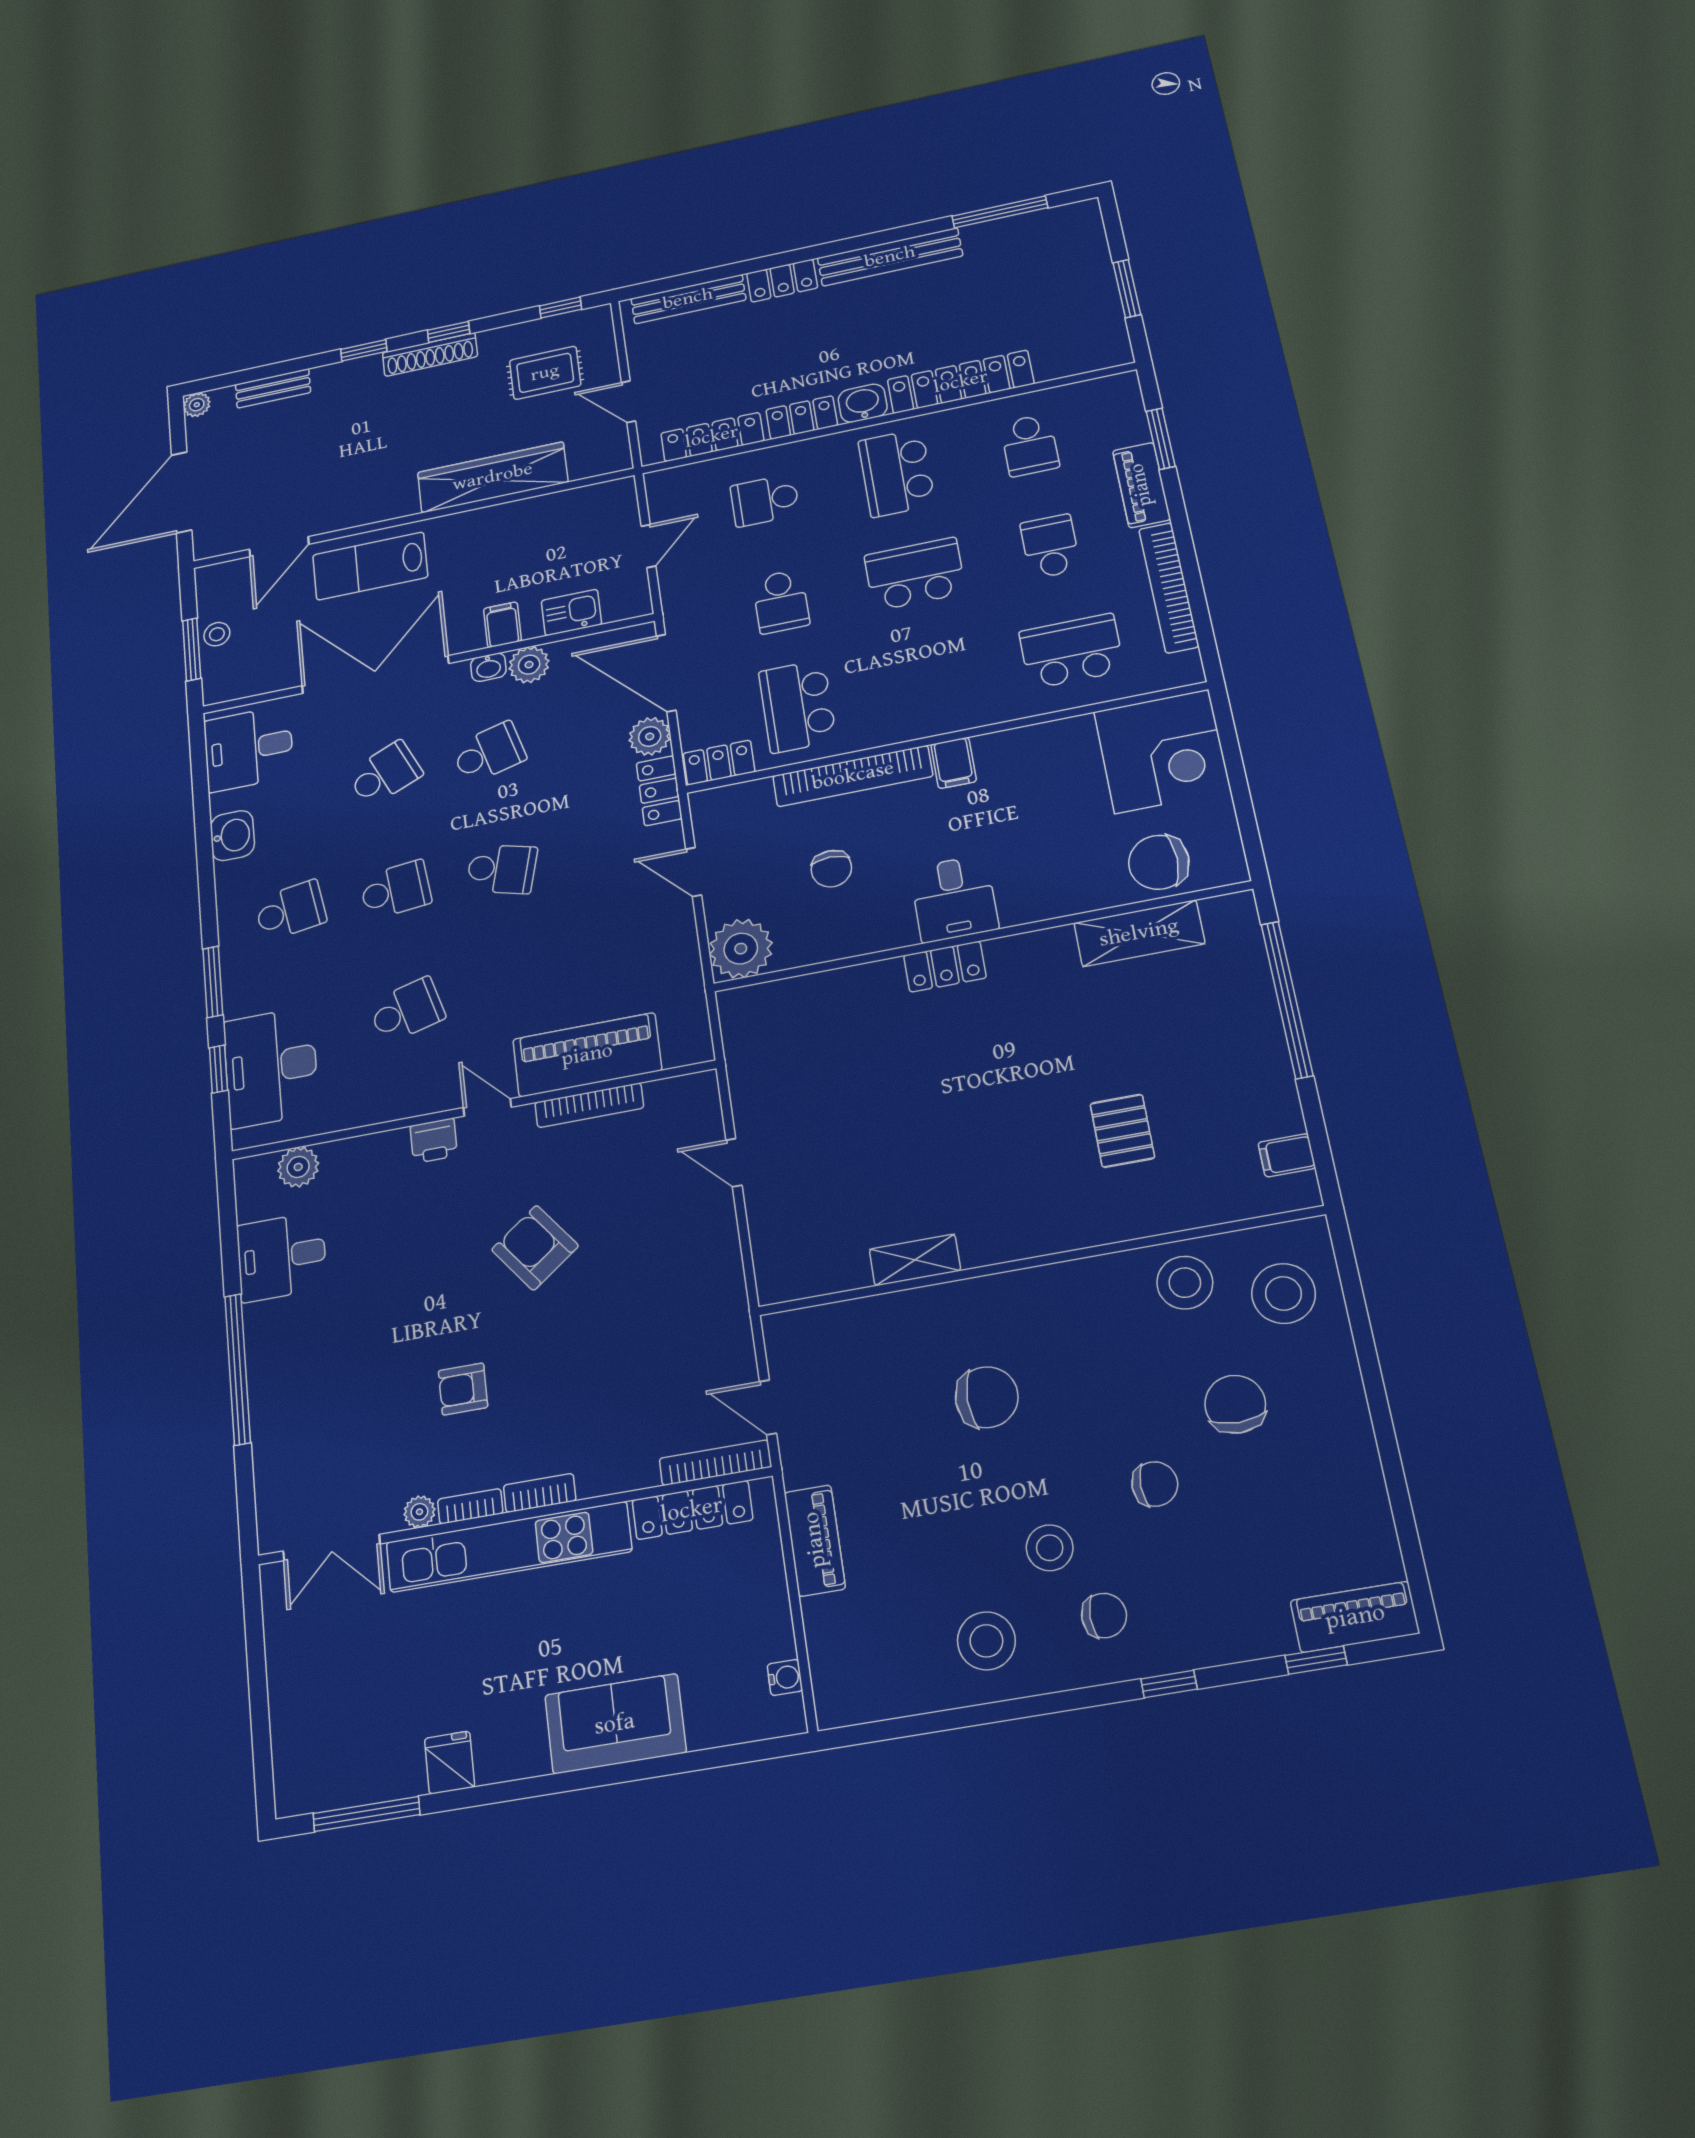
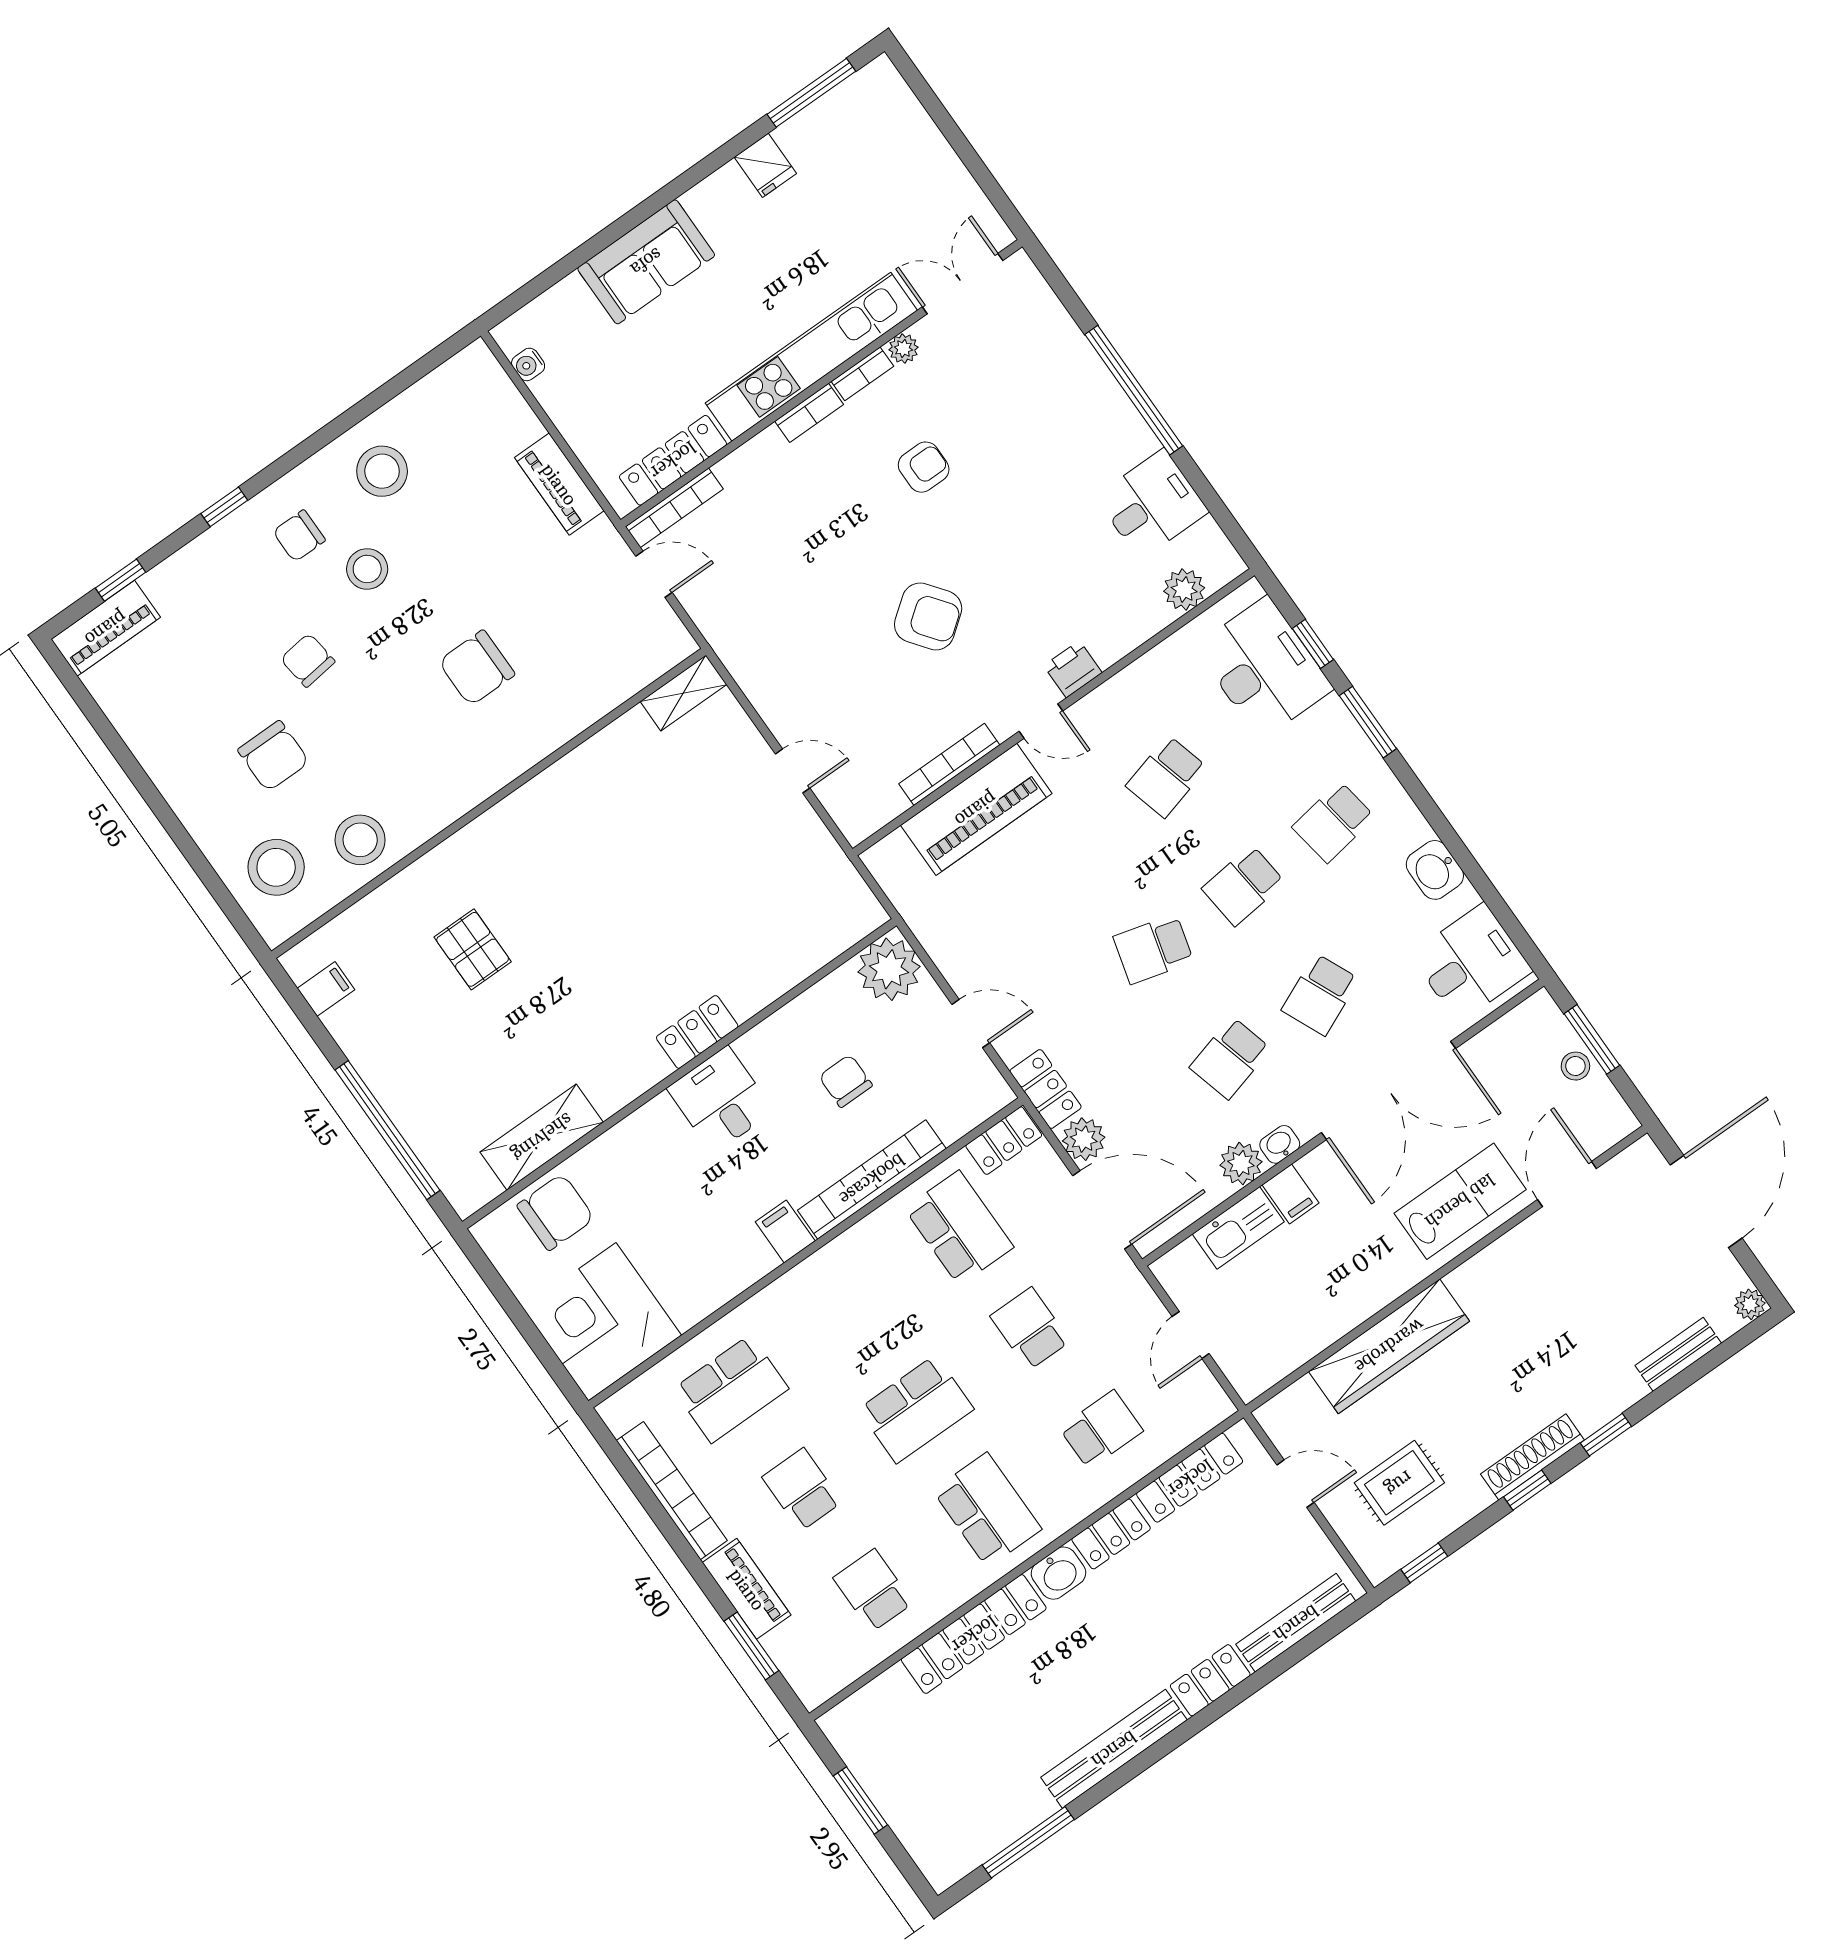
school desk: (1050, 546) -> (802, 1490), turned 180
kitchen sink: (571, 613) -> (1238, 1228), width x1.38
shelving: (915, 1260) -> (683, 693), moved
chair: (1155, 1484) -> (308, 660), turned 83

